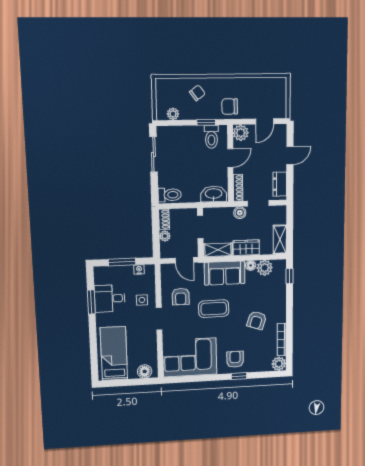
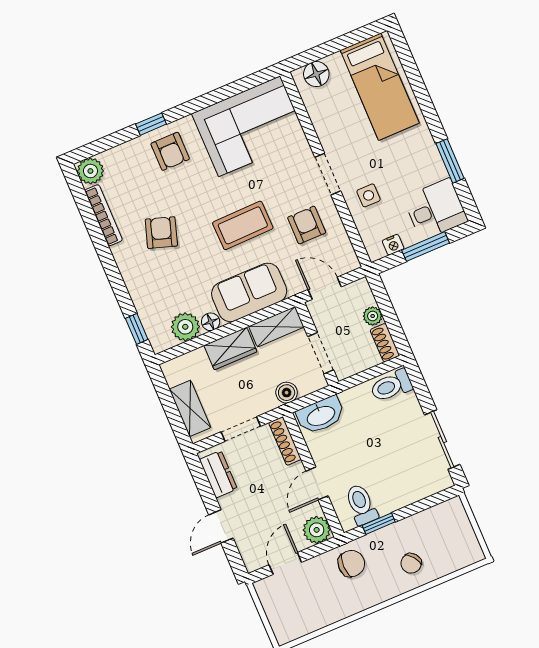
plant: (173, 114) -> (437, 515), removed
boiler: (240, 213) -> (287, 393), moved
shelving: (280, 240) -> (190, 408), moved
desk: (110, 299) -> (436, 209), moved

